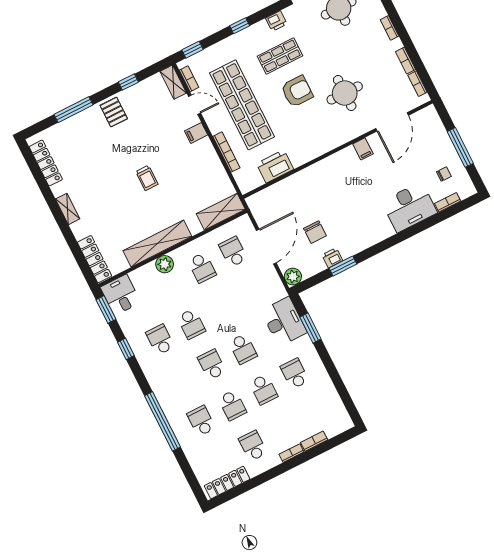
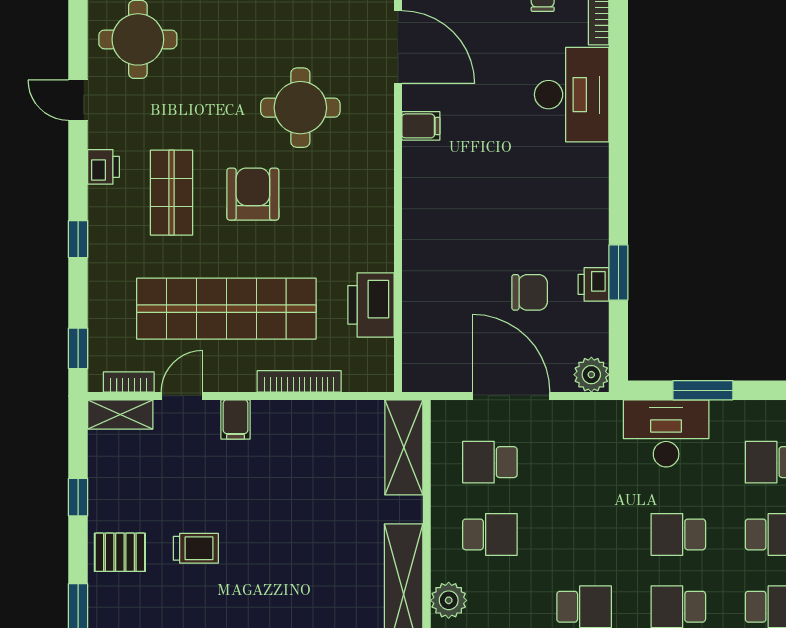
trolley: (147, 178) -> (196, 548), moved
school desk: (243, 349) -> (678, 534), turned 180

